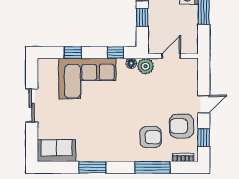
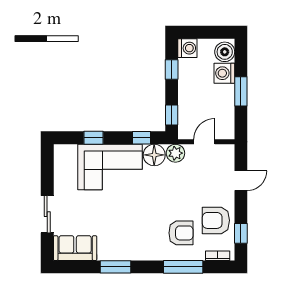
window: (142, 18) -> (172, 115), moved
floor lamp: (131, 63) -> (154, 155), width x1.89, depth x1.89
door: (204, 104) -> (241, 181), moved
sliding door: (32, 105) -> (47, 214), moved

